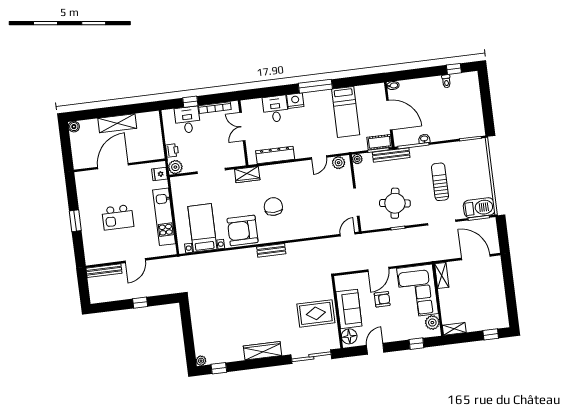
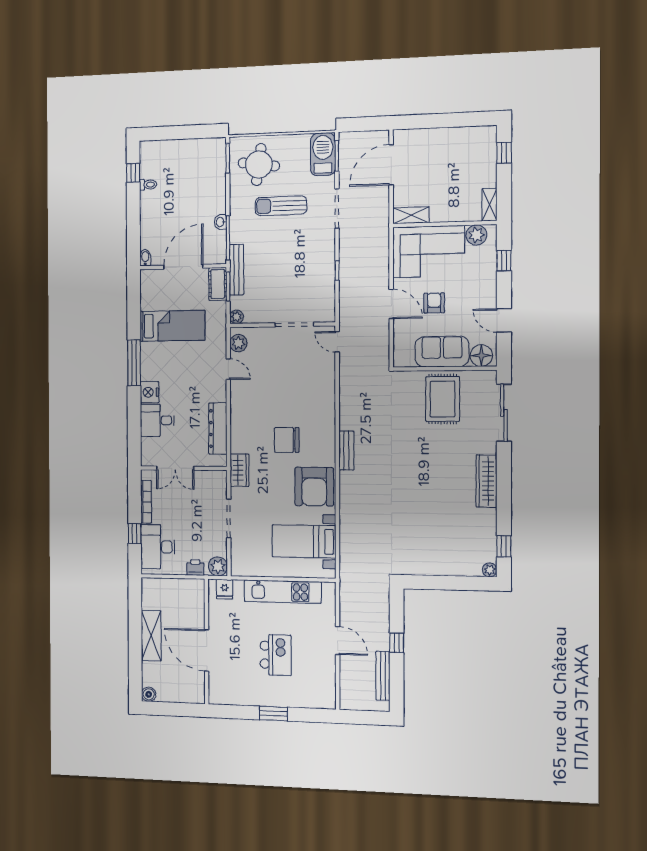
desk: (188, 120) -> (158, 547), width x1.37
round table: (395, 203) -> (259, 165), moved
bench: (104, 271) -> (383, 676), moved

